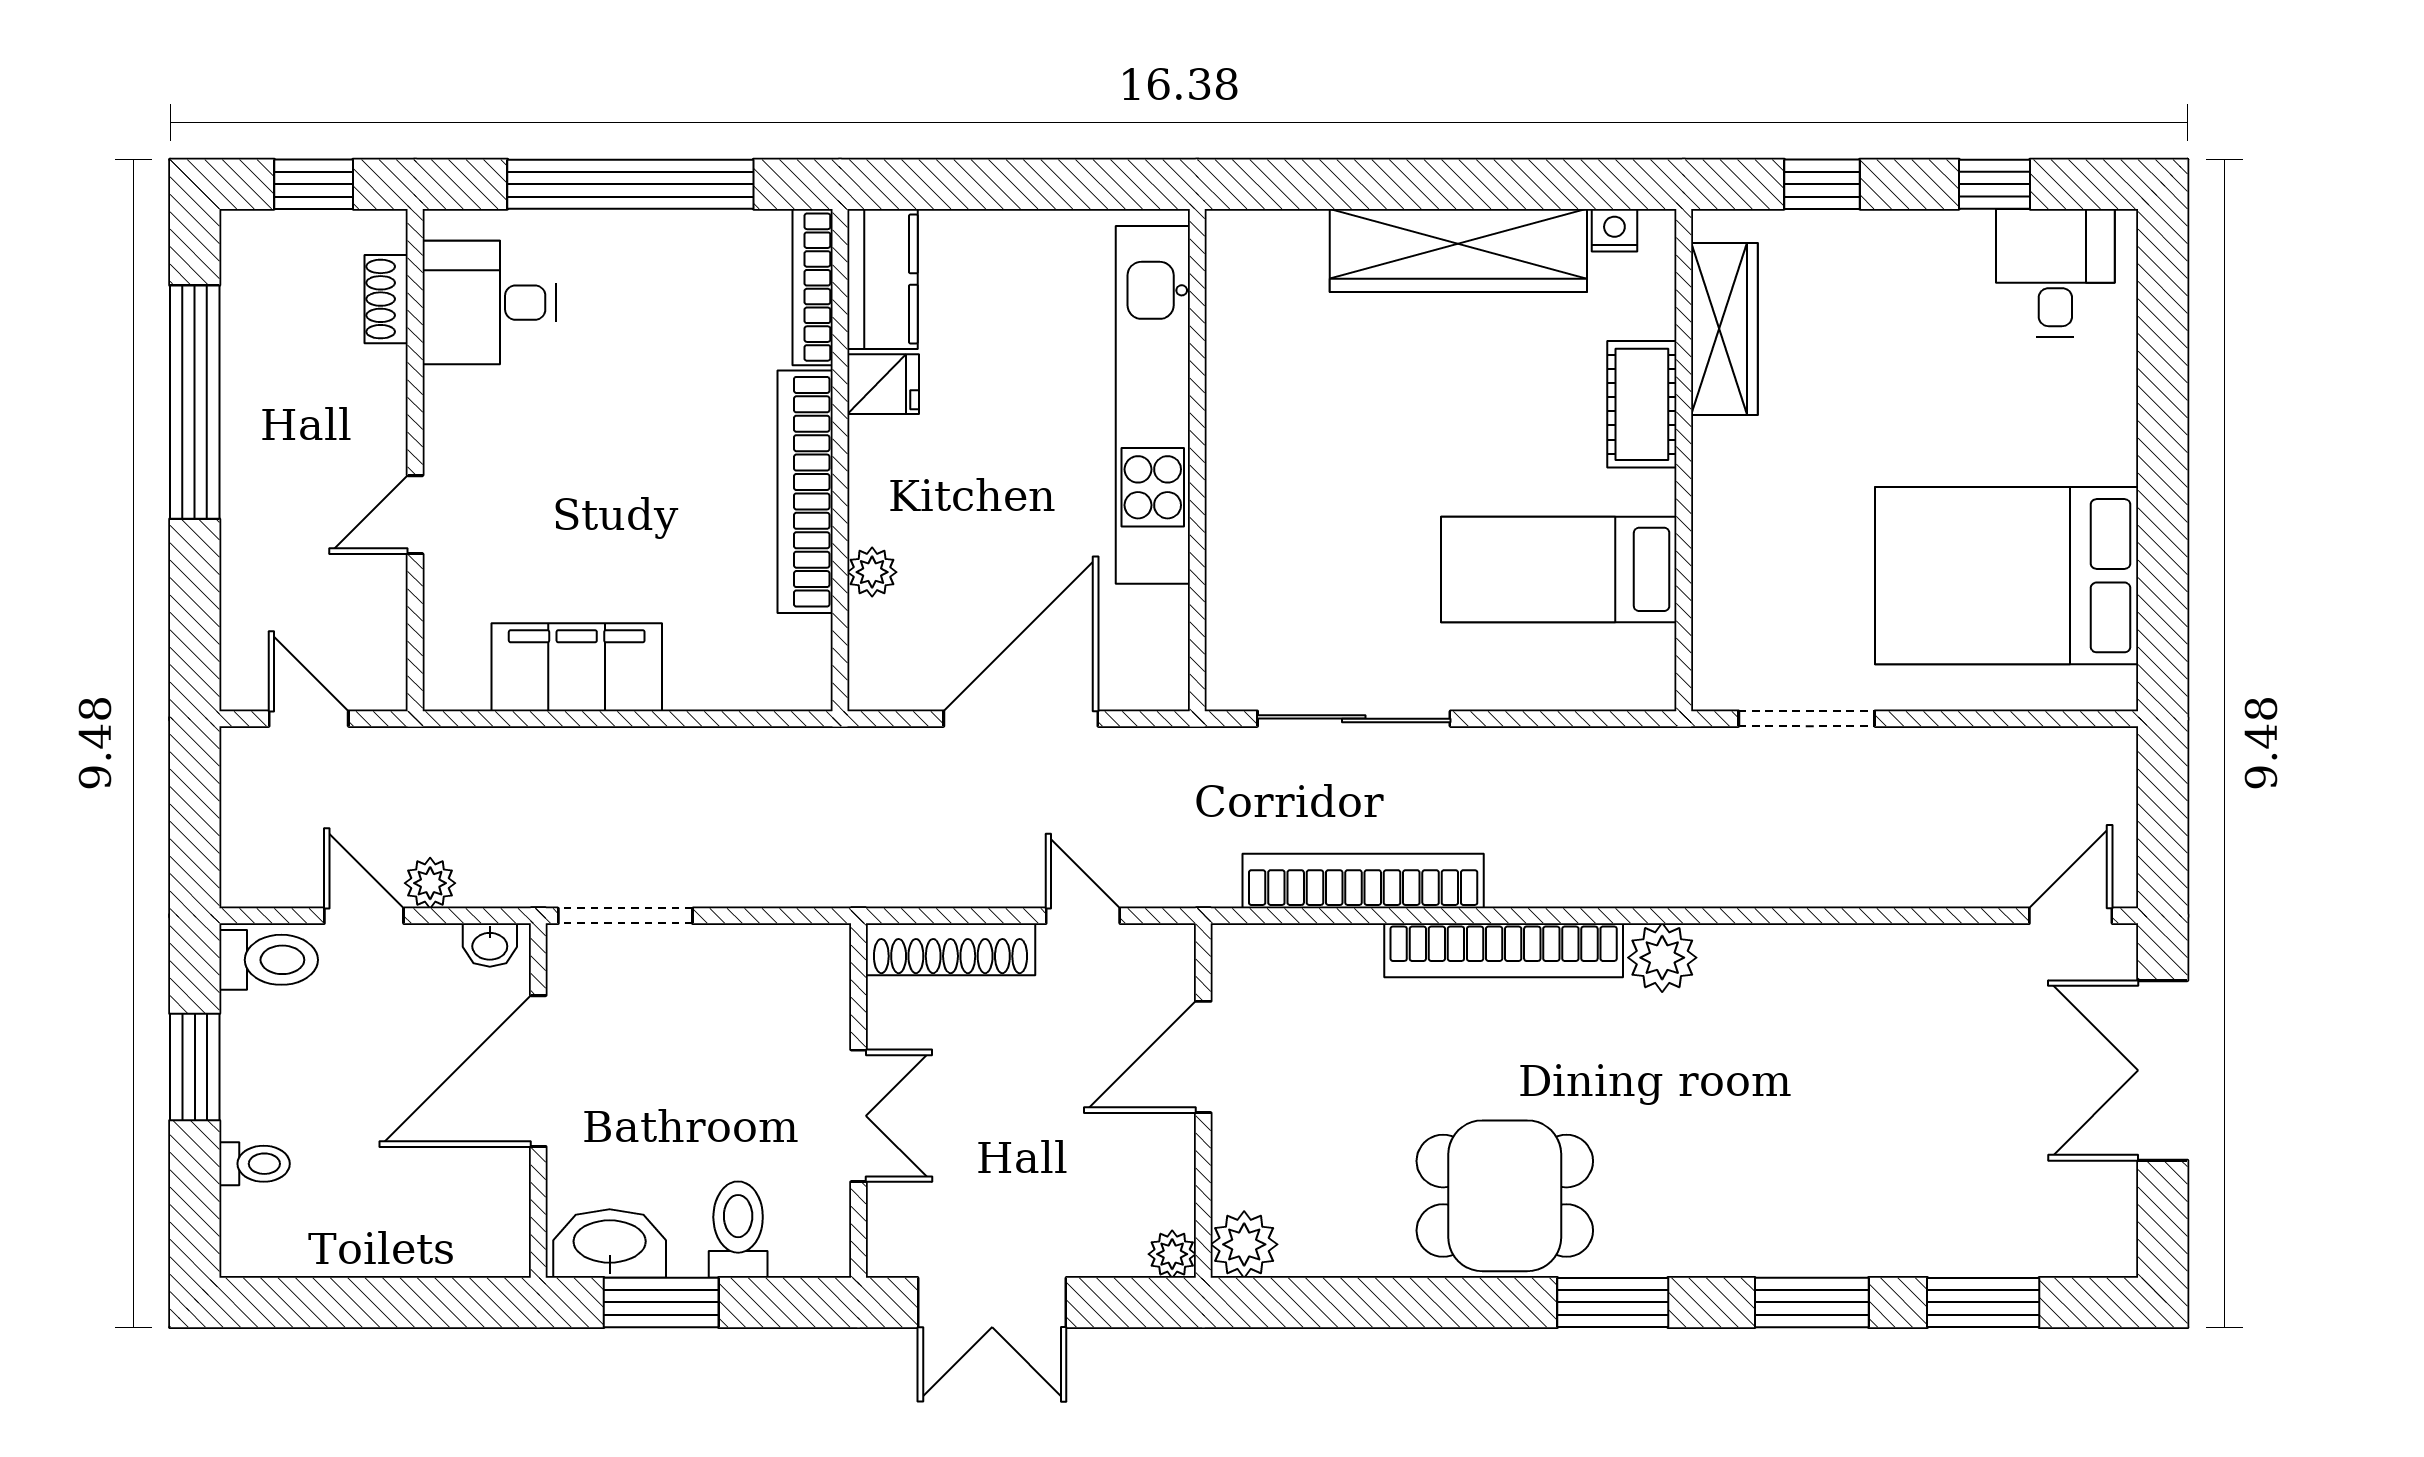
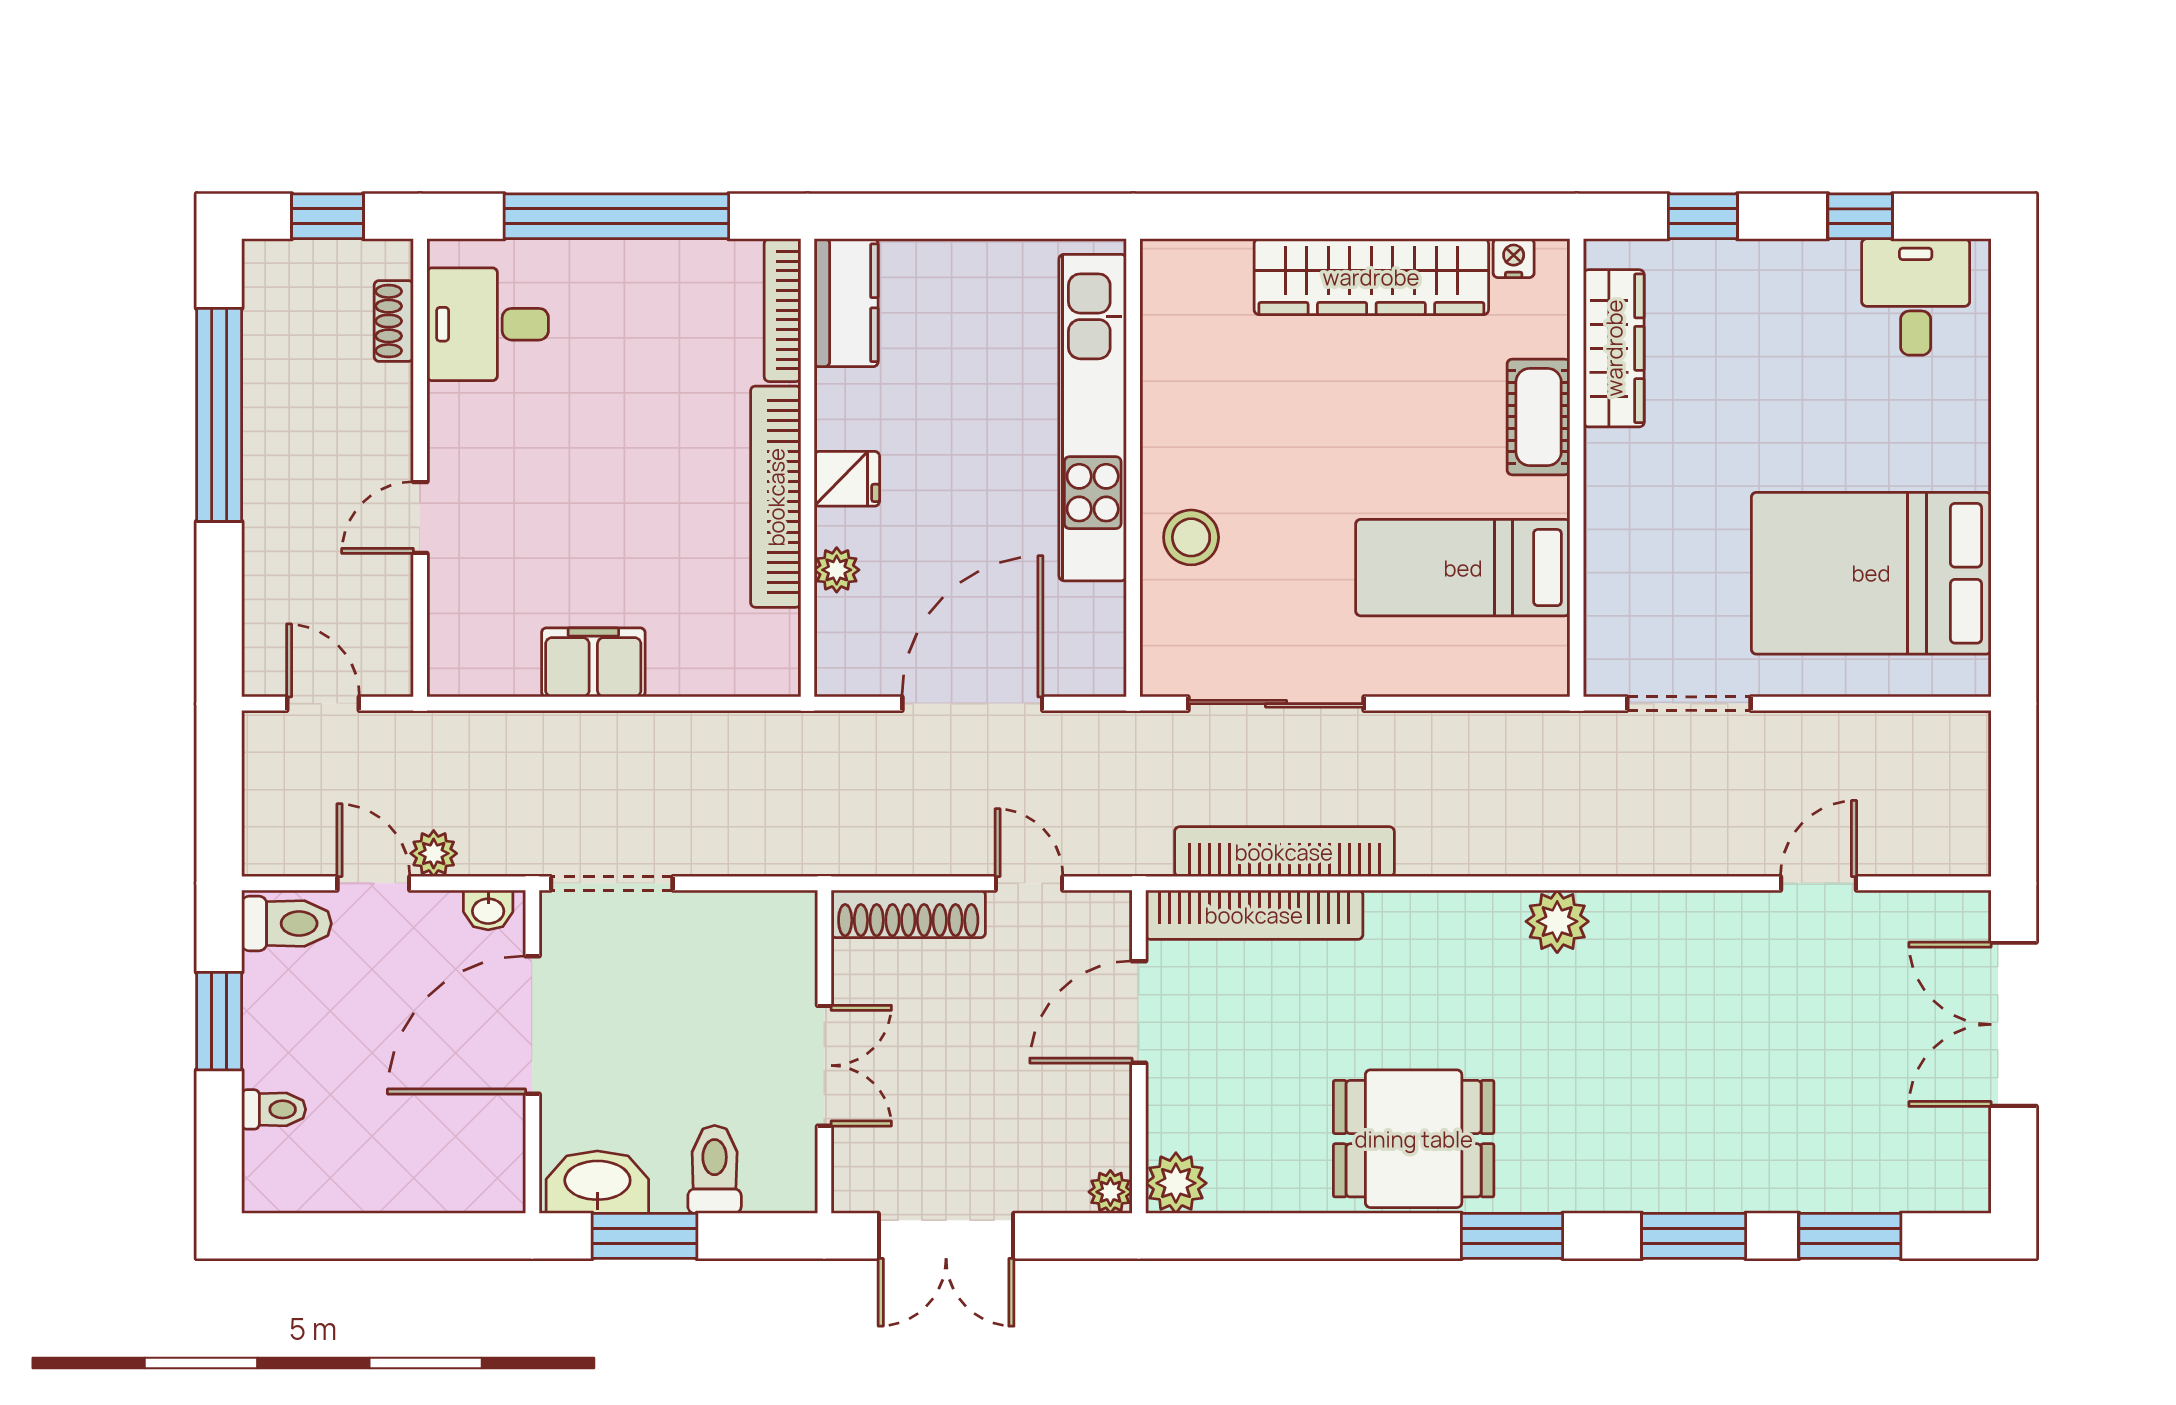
fridge: (883, 384) -> (847, 479), moved
stool: (1261, 536) -> (1191, 537), added
filing cabinet: (577, 667) -> (593, 662), width x0.67, depth x0.86
door: (2071, 916) -> (1818, 883), moved
bookcase: (1504, 950) -> (1254, 915), moved

